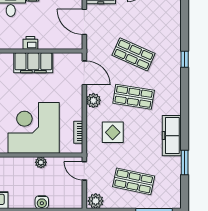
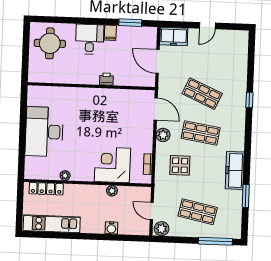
filing cabinet: (33, 63) -> (108, 98), removed
corner desk: (34, 128) -> (112, 165), width x0.74, depth x0.74
door: (84, 171) -> (152, 211), moved

